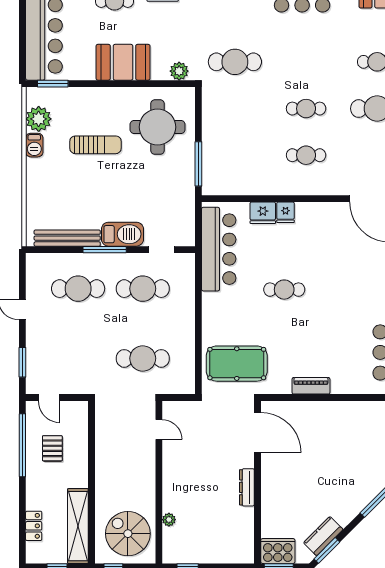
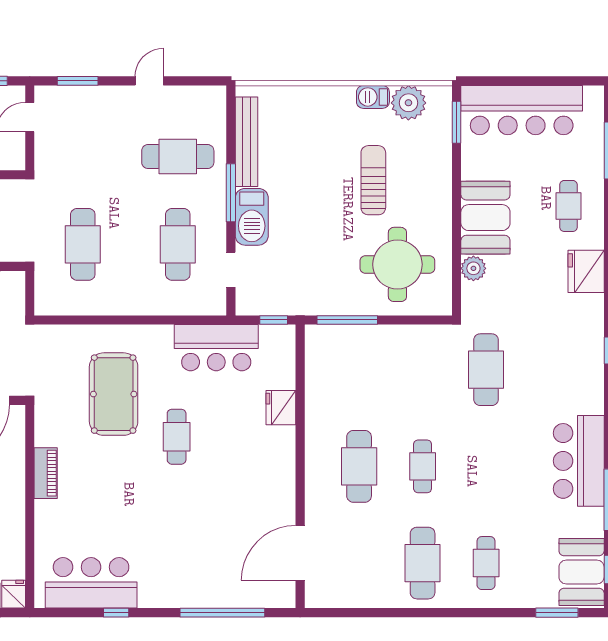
plant: (179, 71) -> (473, 268), moved
sun lounger: (96, 145) -> (373, 180), turned 180
cafe table: (306, 155) -> (359, 466), width x1.37, depth x1.35
fridge: (285, 212) -> (281, 438), removed
window: (198, 218) -> (274, 320), added
bar counter: (219, 249) -> (216, 348), width x0.73
cafe table: (78, 289) -> (178, 157), turned 90
pool table: (237, 364) -> (114, 394), moved

